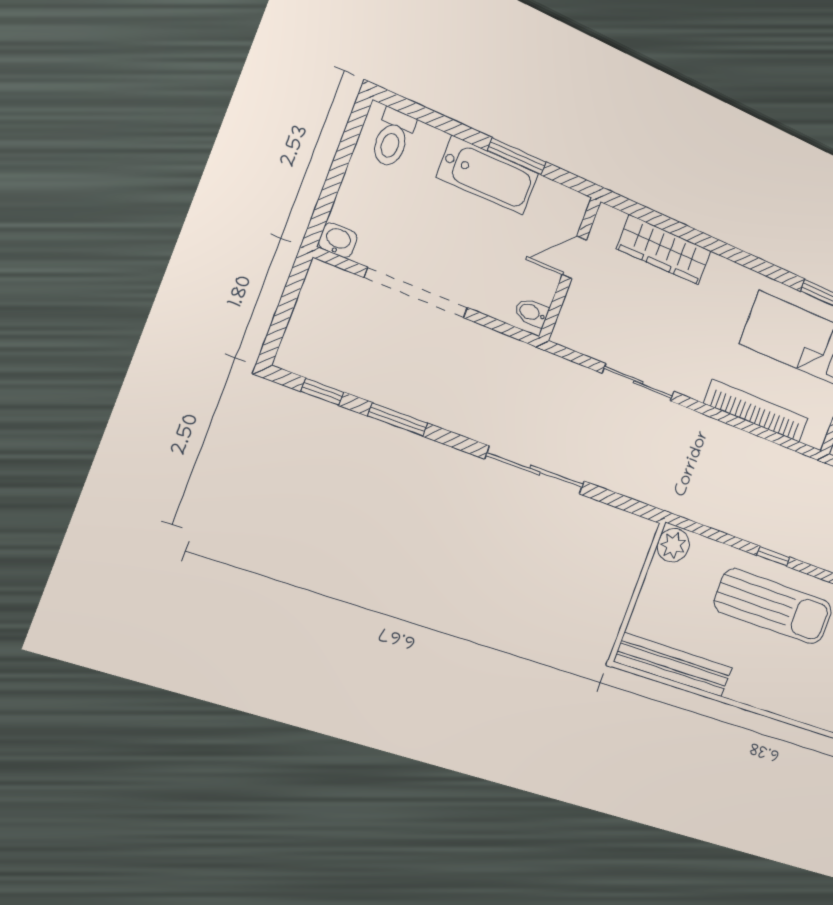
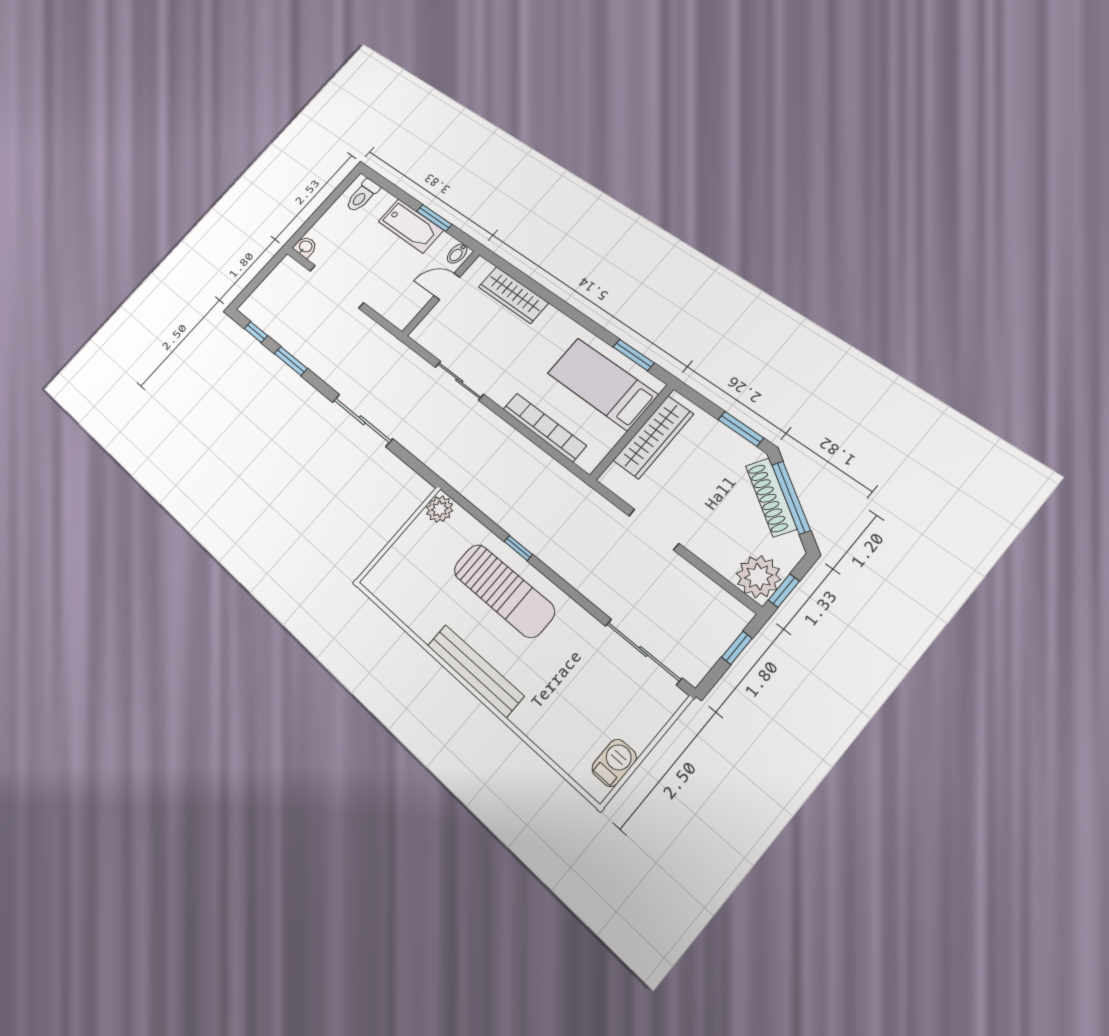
bidet: (531, 313) -> (457, 254), moved, turned -90
bench: (673, 665) -> (475, 671), moved

